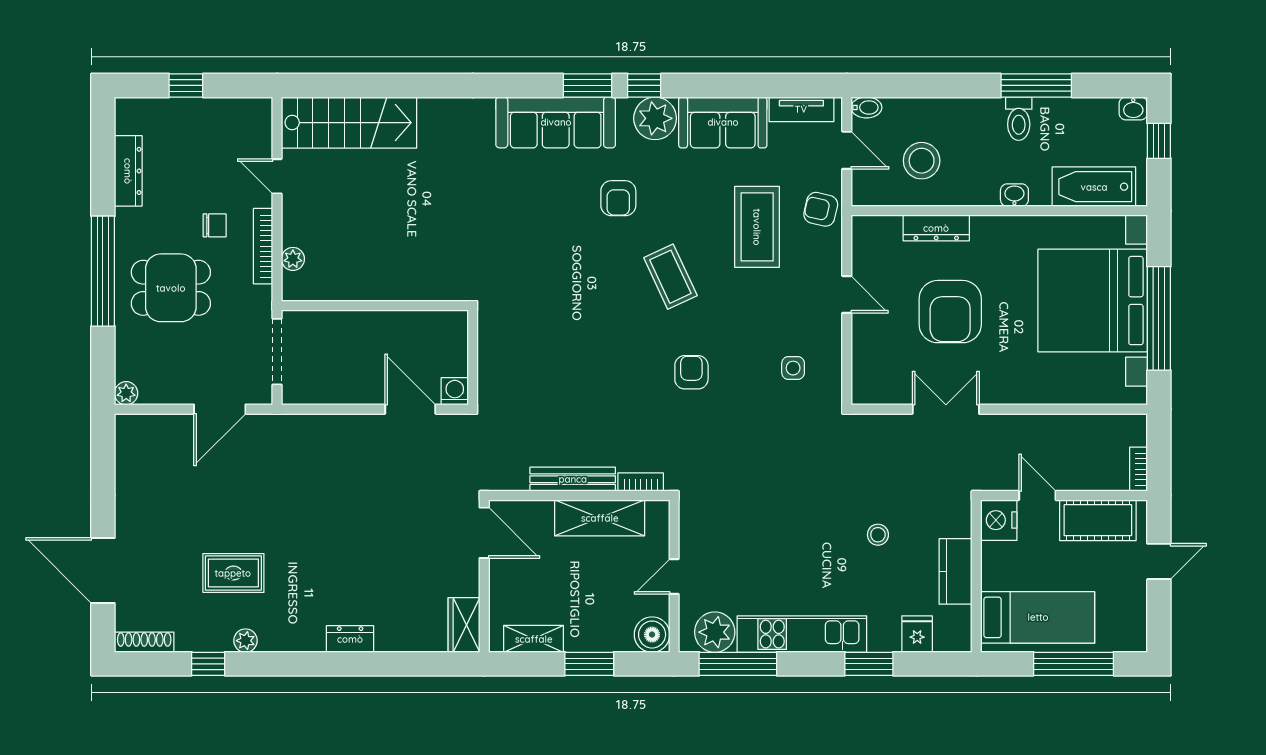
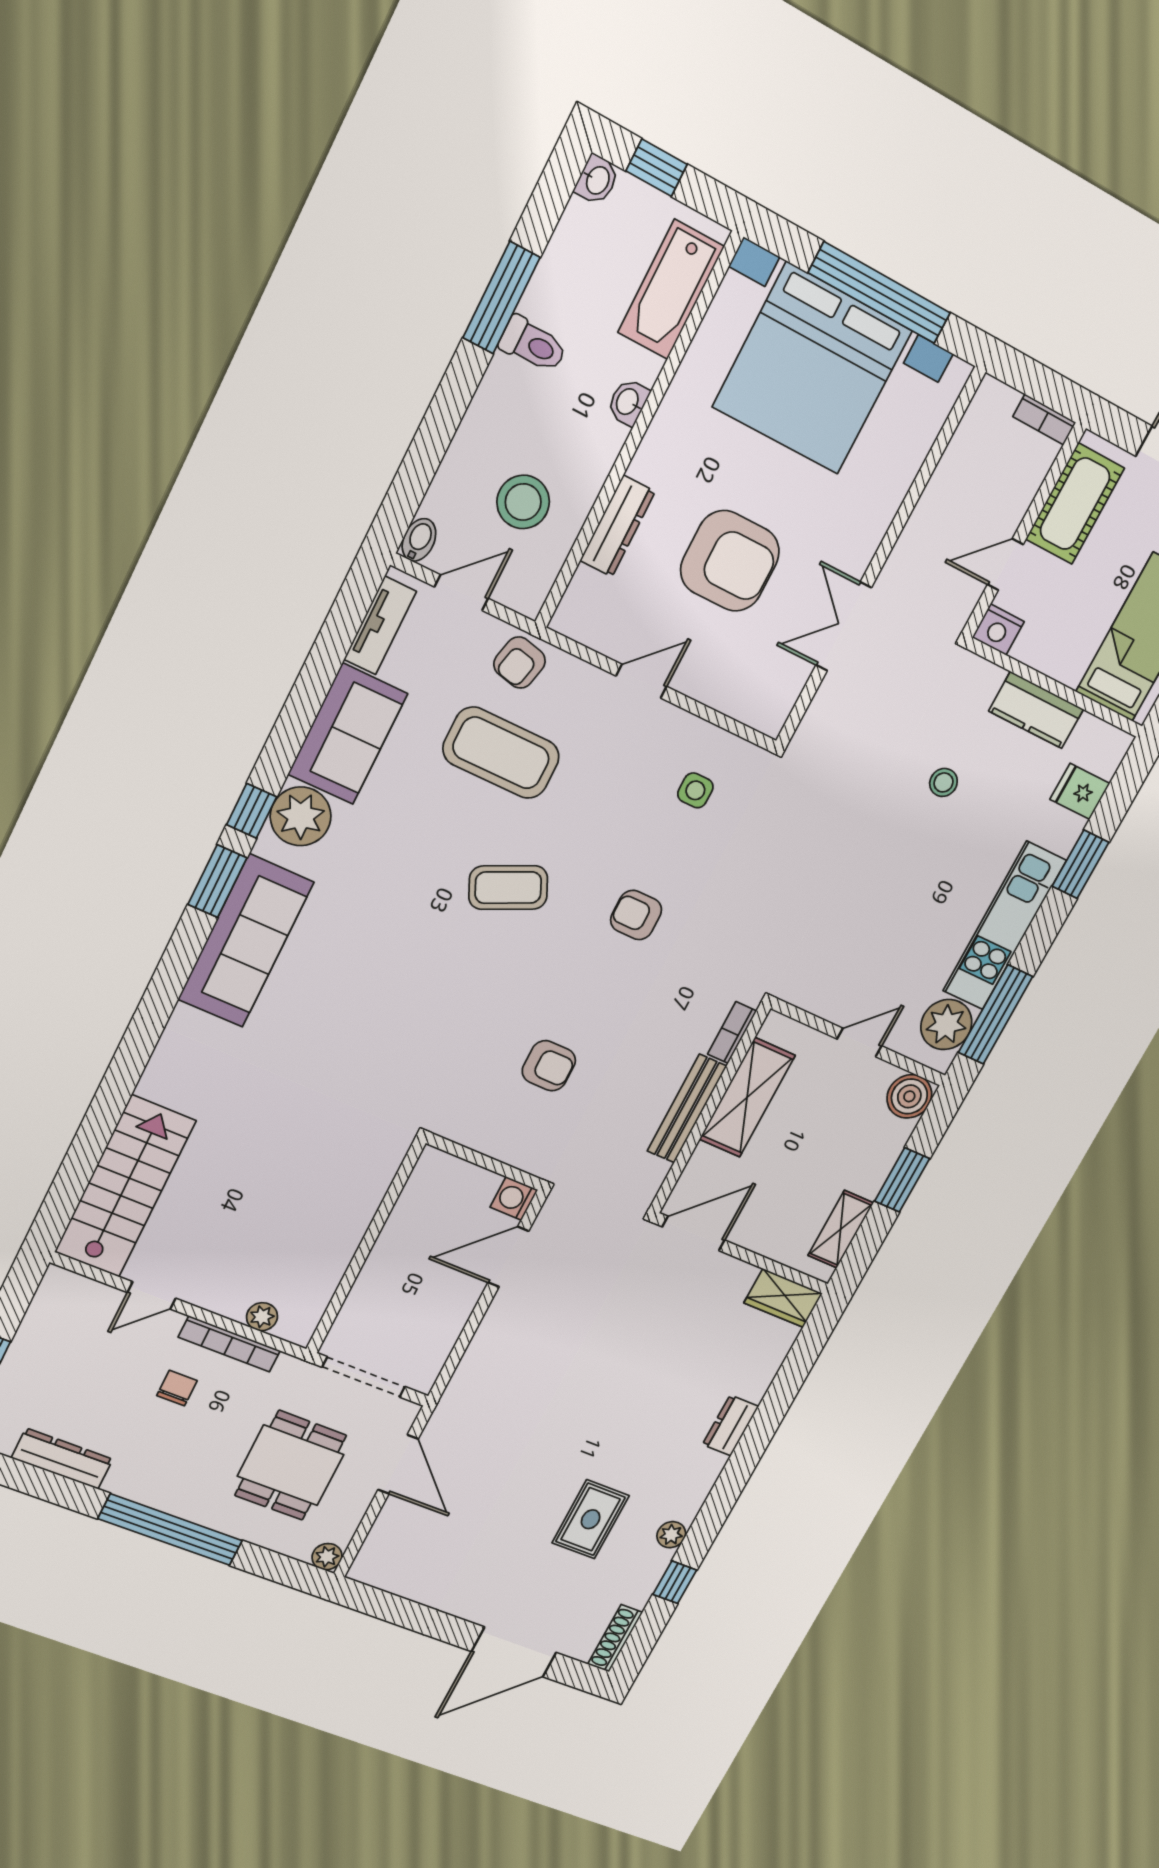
armchair: (618, 198) -> (549, 1066), moved
dining table: (171, 288) -> (291, 1465), moved
nightstand: (999, 520) -> (998, 630), width x0.74, depth x0.75
door: (674, 576) -> (859, 1042), swing flipped

